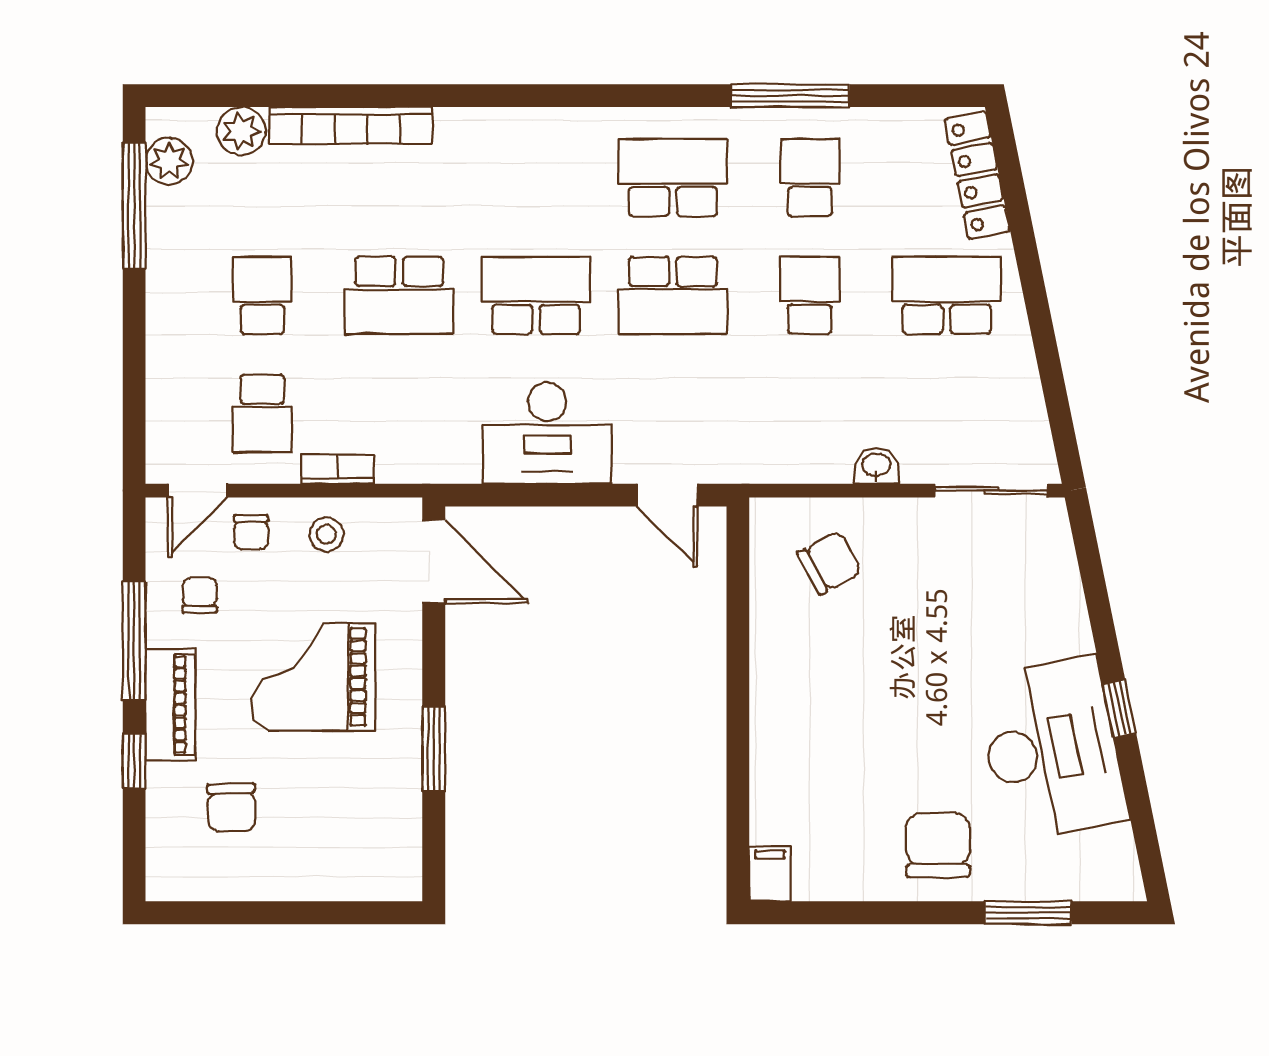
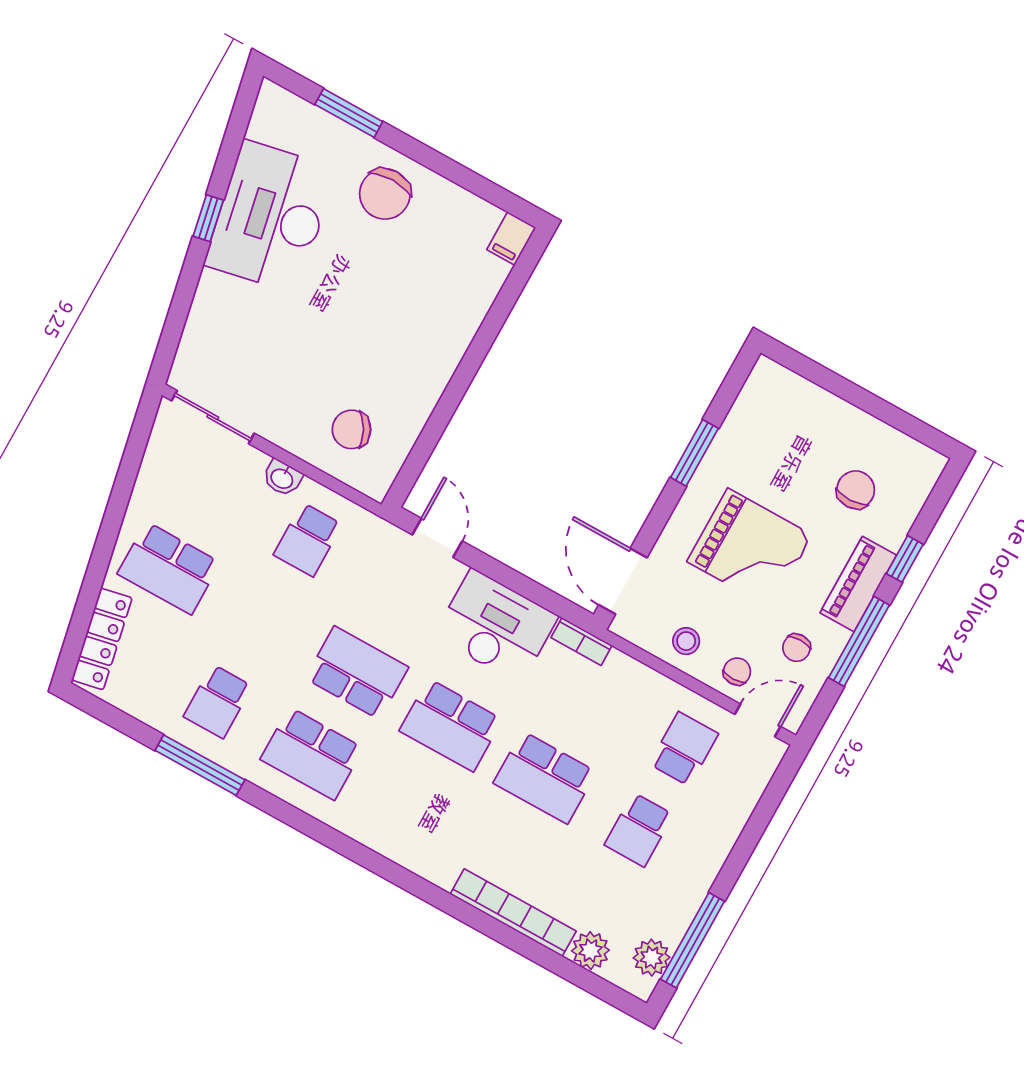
school desk: (399, 295) -> (545, 777), turned 180
school desk: (810, 295) -> (308, 540), moved
bookcase: (338, 469) -> (581, 642), moved

